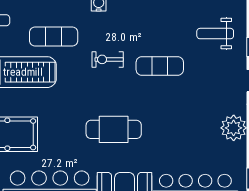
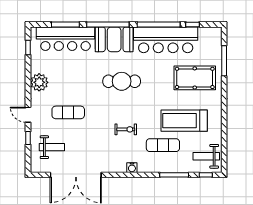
exercise mat: (160, 66) -> (68, 112), moved

